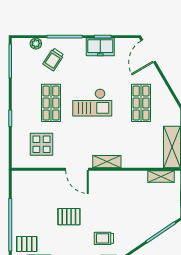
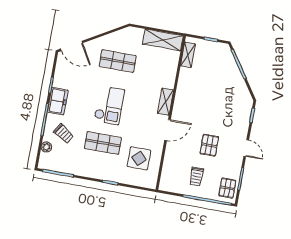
freezer: (100, 47) -> (58, 101), moved
trolley: (104, 238) -> (196, 177), moved

